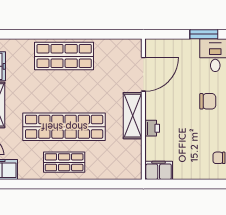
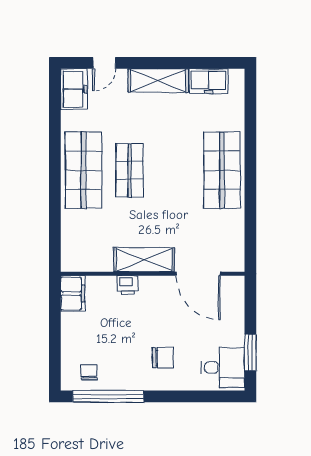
chair: (208, 101) -> (163, 358), turned -90
shop shelf: (64, 127) -> (130, 170), width x0.50, depth x0.74
shop shelf: (64, 162) -> (83, 170), width x1.43, depth x1.36

